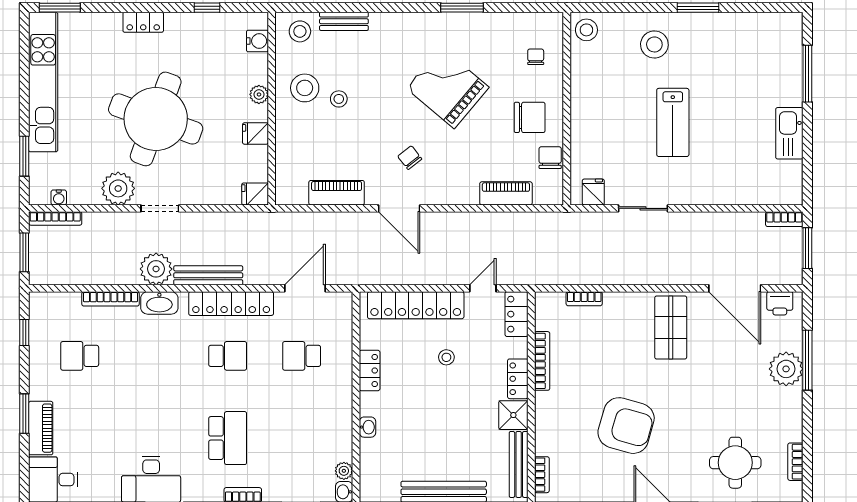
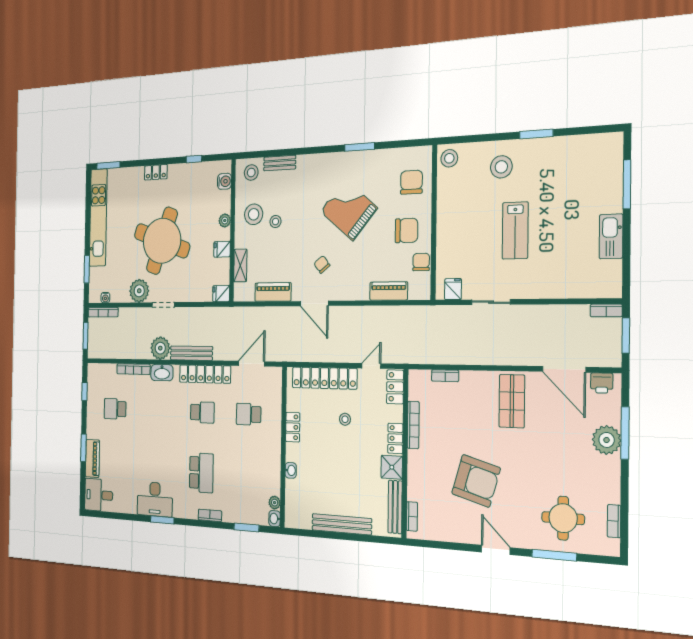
chair: (536, 57) -> (411, 182), width x1.87, depth x1.87
shelving: (285, 156) -> (240, 265), added

